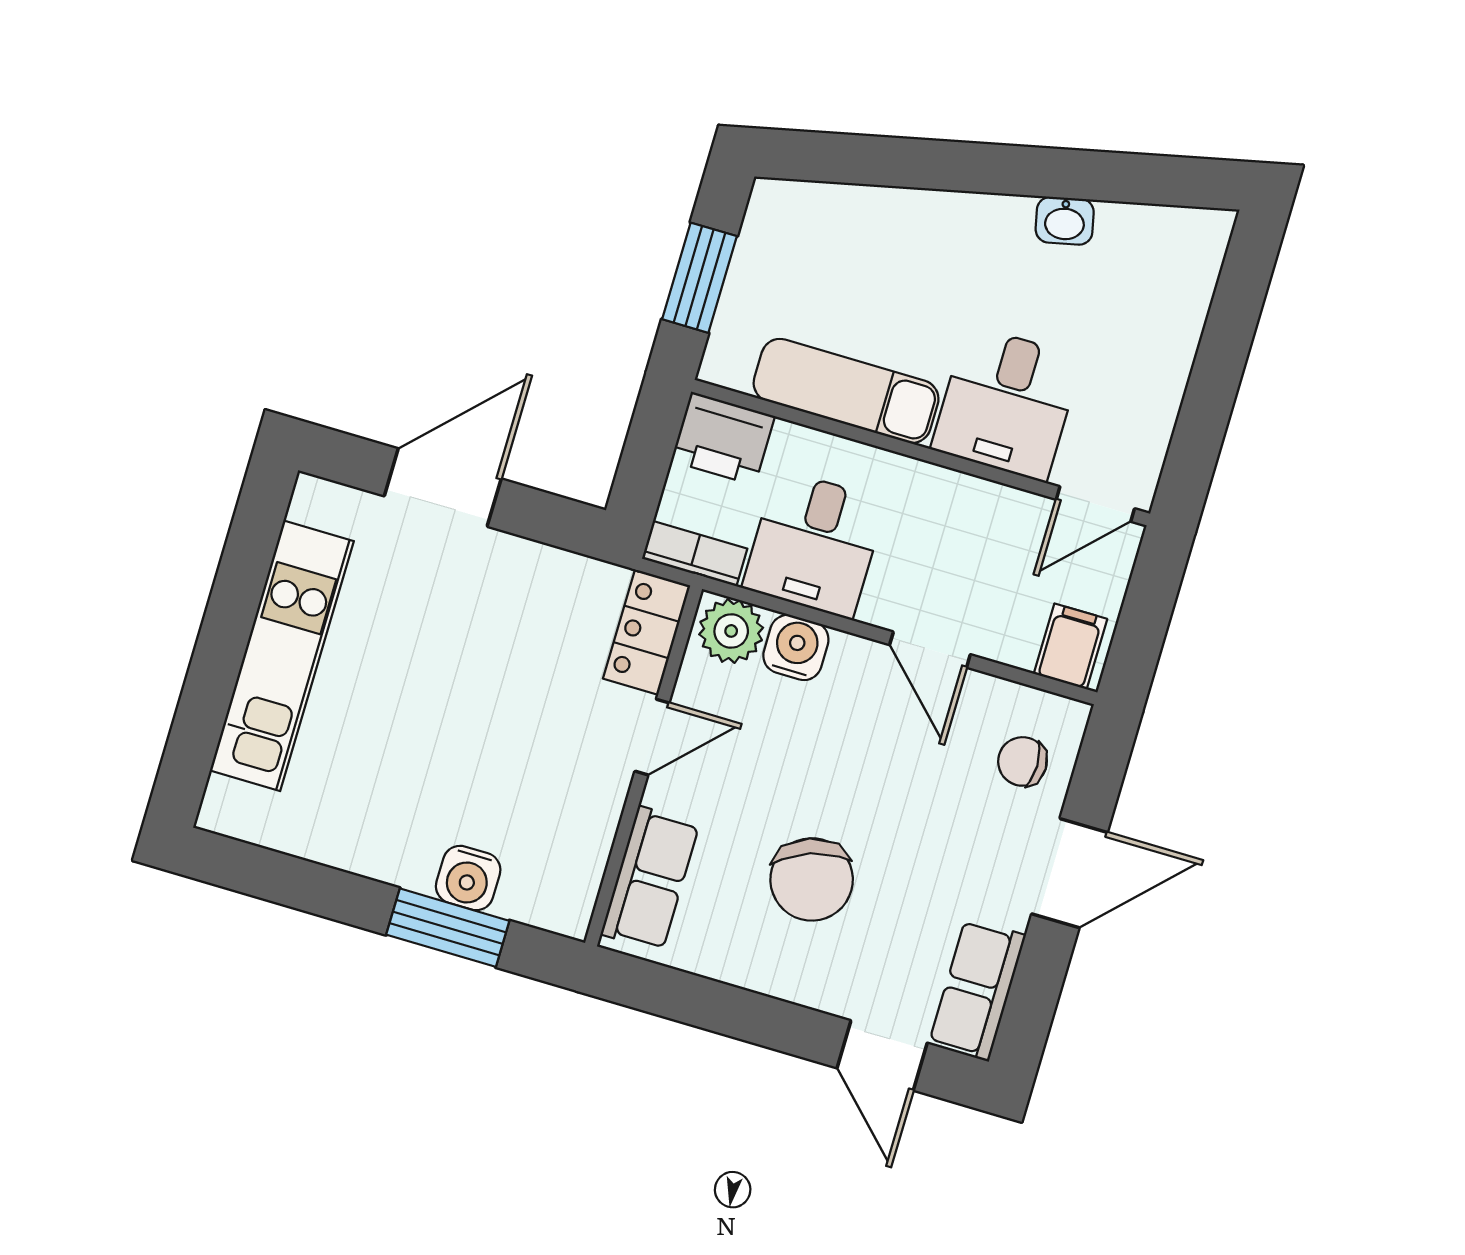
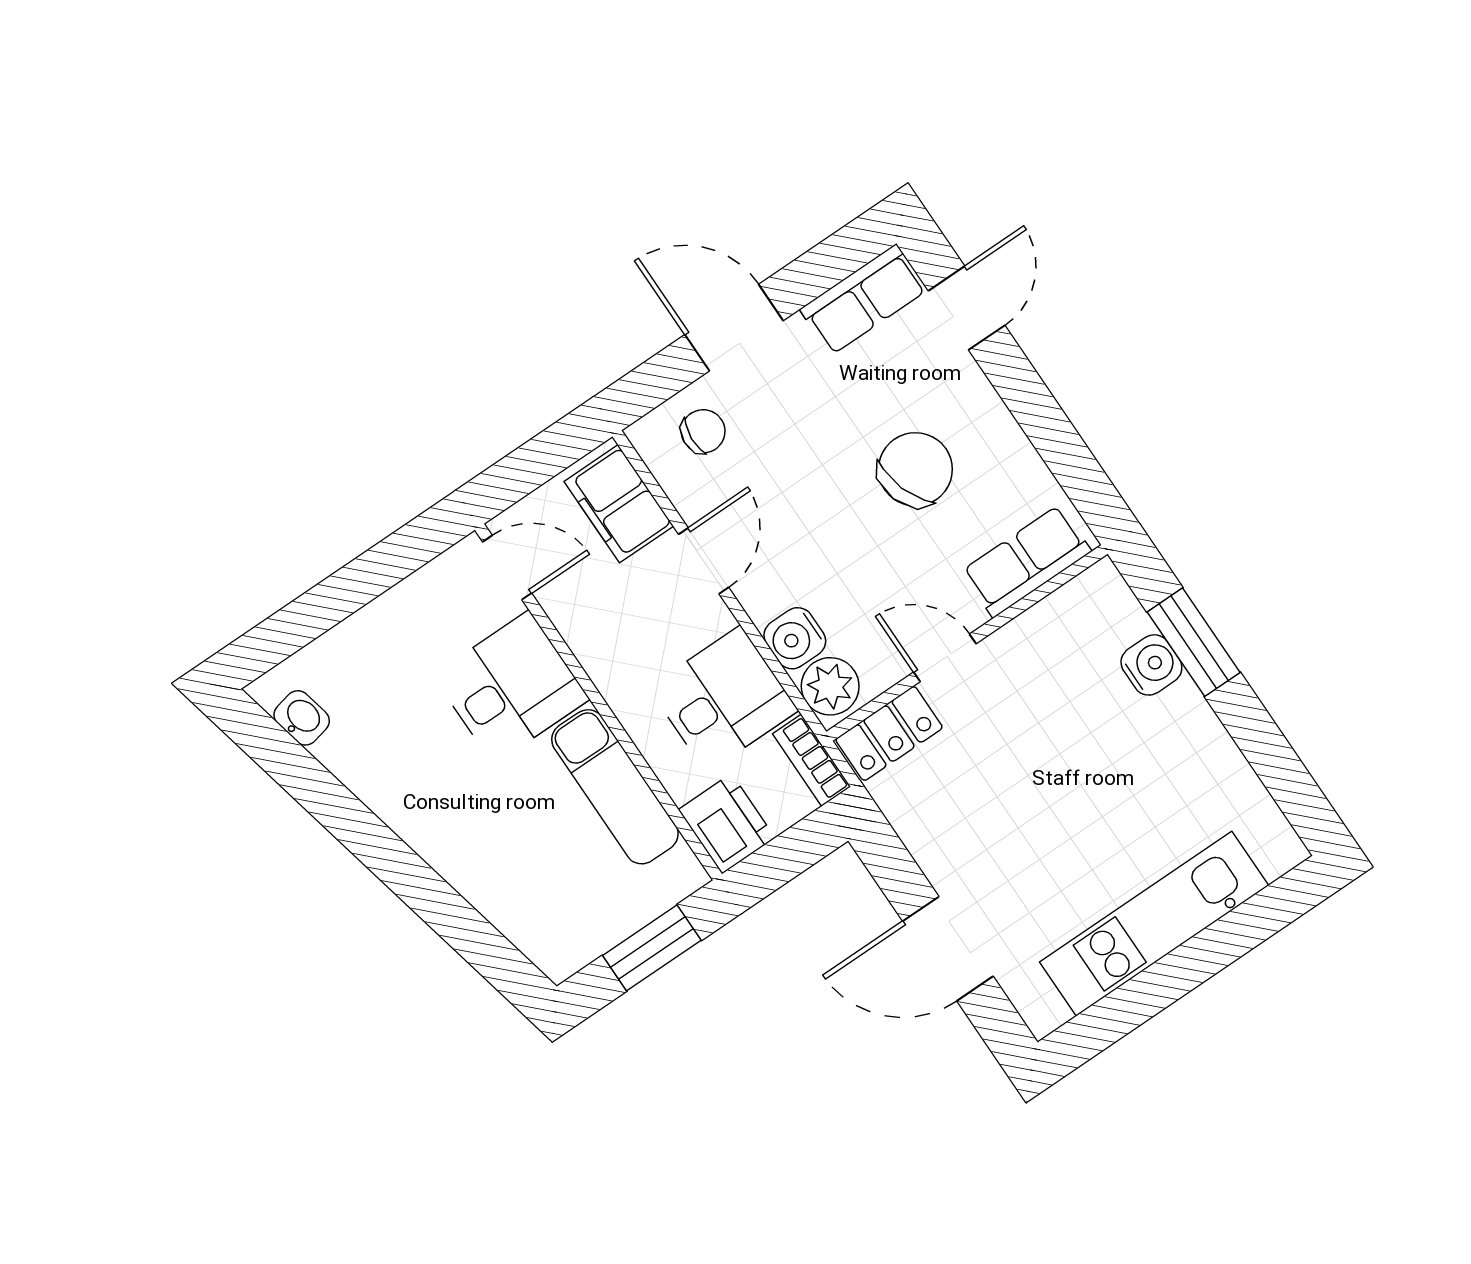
washbasin: (1065, 221) -> (302, 718), moved
filing cabinet: (1070, 646) -> (619, 504), width x2.00
chair: (1023, 761) -> (703, 431), turned -86

